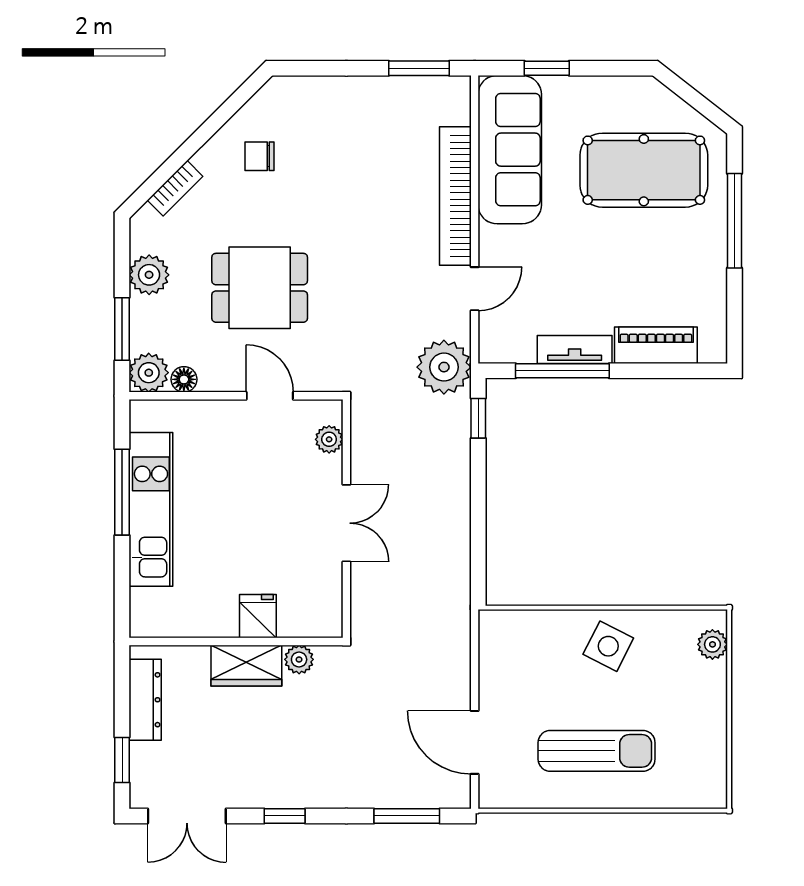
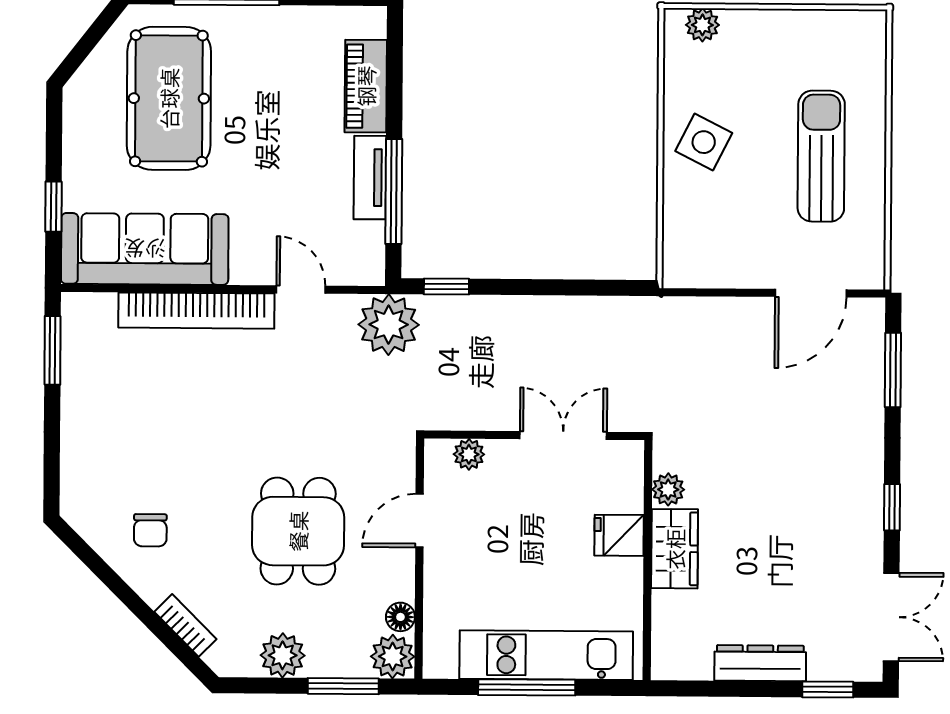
fridge: (258, 616) -> (619, 535), moved
wall: (236, 641) -> (647, 560), moved
plant: (299, 659) -> (668, 489), moved
wardrobe: (246, 666) -> (675, 549), moved

